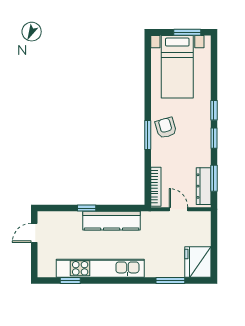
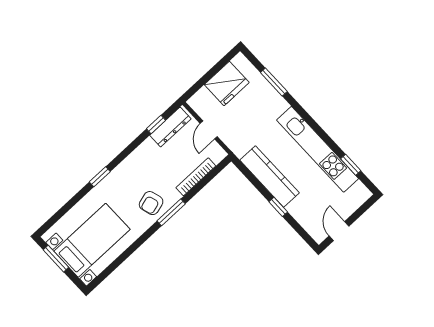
window: (214, 138) -> (123, 155), removed
window: (214, 178) -> (156, 125), width x0.67
bookcase: (156, 187) -> (196, 177), moved
door: (34, 233) -> (339, 231), swing flipped
fridge: (198, 262) -> (227, 84), moved

